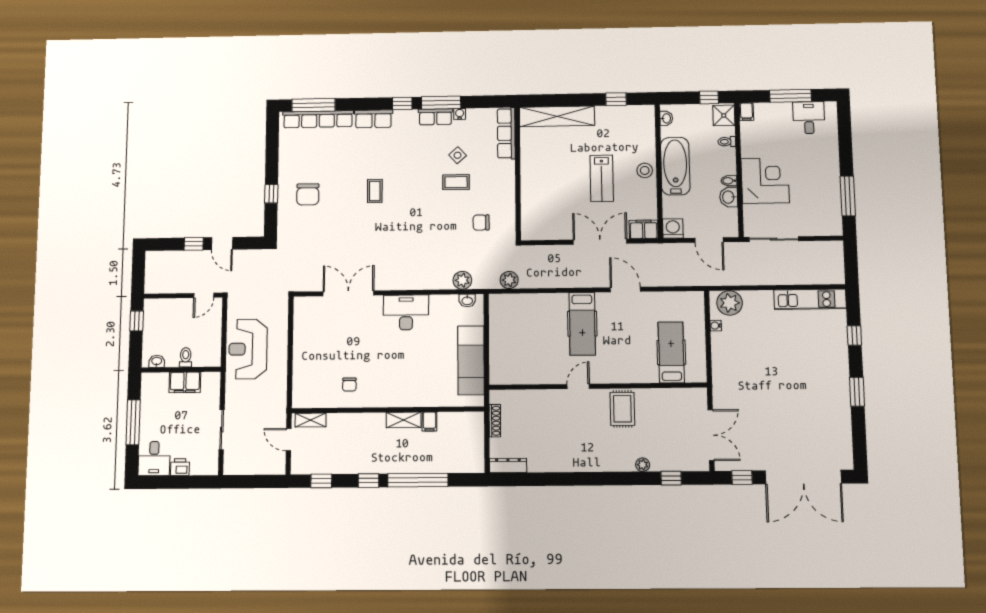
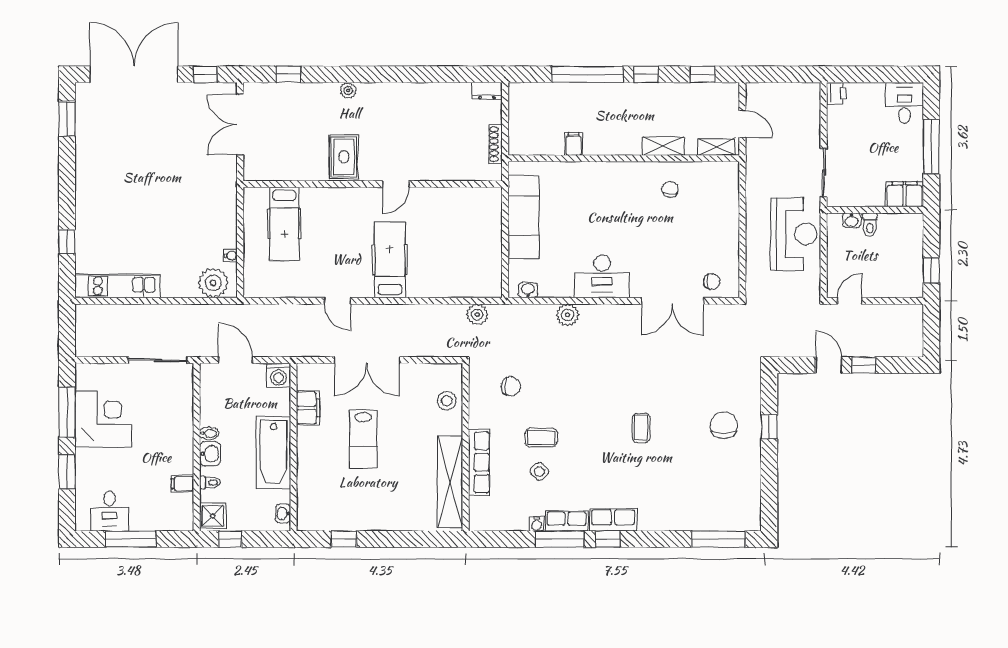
filing cabinet: (746, 112) -> (183, 484), moved, turned -90
shelving: (557, 116) -> (450, 482), moved, turned 90
row of seats: (318, 119) -> (713, 521), removed
row of seats: (373, 119) -> (613, 520), moved
row of seats: (506, 133) -> (479, 462), moved
window: (845, 148) -> (67, 472), added
stool: (645, 170) -> (447, 401), moved
lab bench: (602, 178) -> (363, 439), turned 180
corner desk: (765, 181) -> (103, 419), moved, turned 180
washbasin: (729, 197) -> (210, 454), moved
filing cabinet: (644, 229) -> (308, 408), moved, turned -90
plant: (462, 280) -> (568, 315), moved
door: (625, 290) -> (337, 301), width x0.73
chair: (316, 309) -> (712, 282), added
washbasin: (157, 361) -> (852, 220), moved
filing cabinet: (185, 382) -> (905, 194), moved
window: (857, 392) -> (67, 119), moved
shelving: (404, 420) -> (663, 146), moved
sliding door: (222, 430) -> (824, 173), moved
dresser: (508, 465) -> (487, 91), width x0.70
plant: (643, 465) -> (348, 90), moved
printer: (180, 467) -> (837, 93), moved, turned -90

